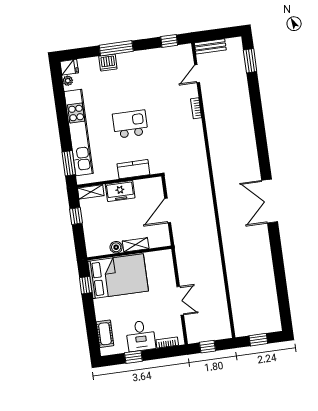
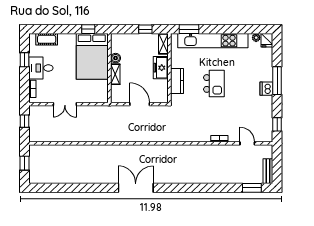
bench: (210, 46) -> (268, 171), moved
dishwasher: (108, 63) -> (266, 89), moved

